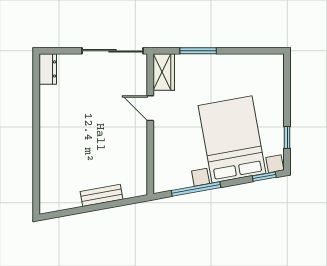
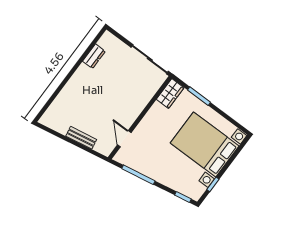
dresser: (48, 69) -> (94, 56), moved
door: (150, 108) -> (124, 139), moved
bed with nightstands: (232, 139) -> (205, 145), moved, turned -80

